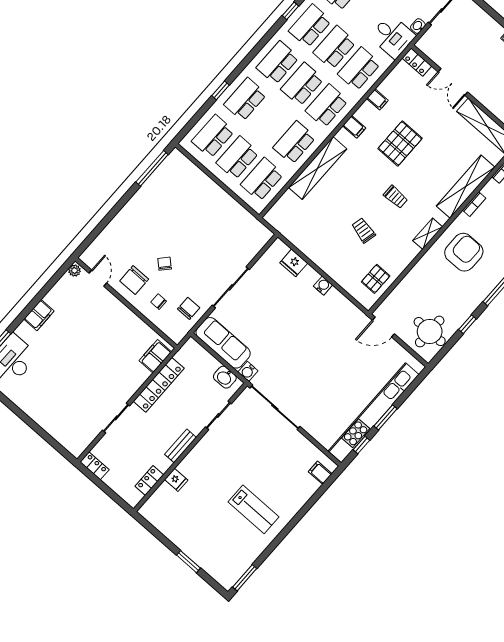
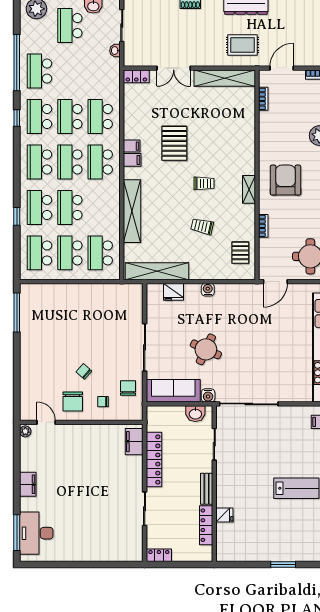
desk: (393, 36) -> (104, 73), removed
filing cabinet: (377, 99) -> (132, 146), moved
school desk: (294, 143) -> (70, 207), moved
shelving: (466, 187) -> (157, 271), moved, turned 90
bookcase: (474, 204) -> (263, 226), moved
round table: (279, 333) -> (206, 349), added
locker: (149, 480) -> (206, 525), width x1.53

